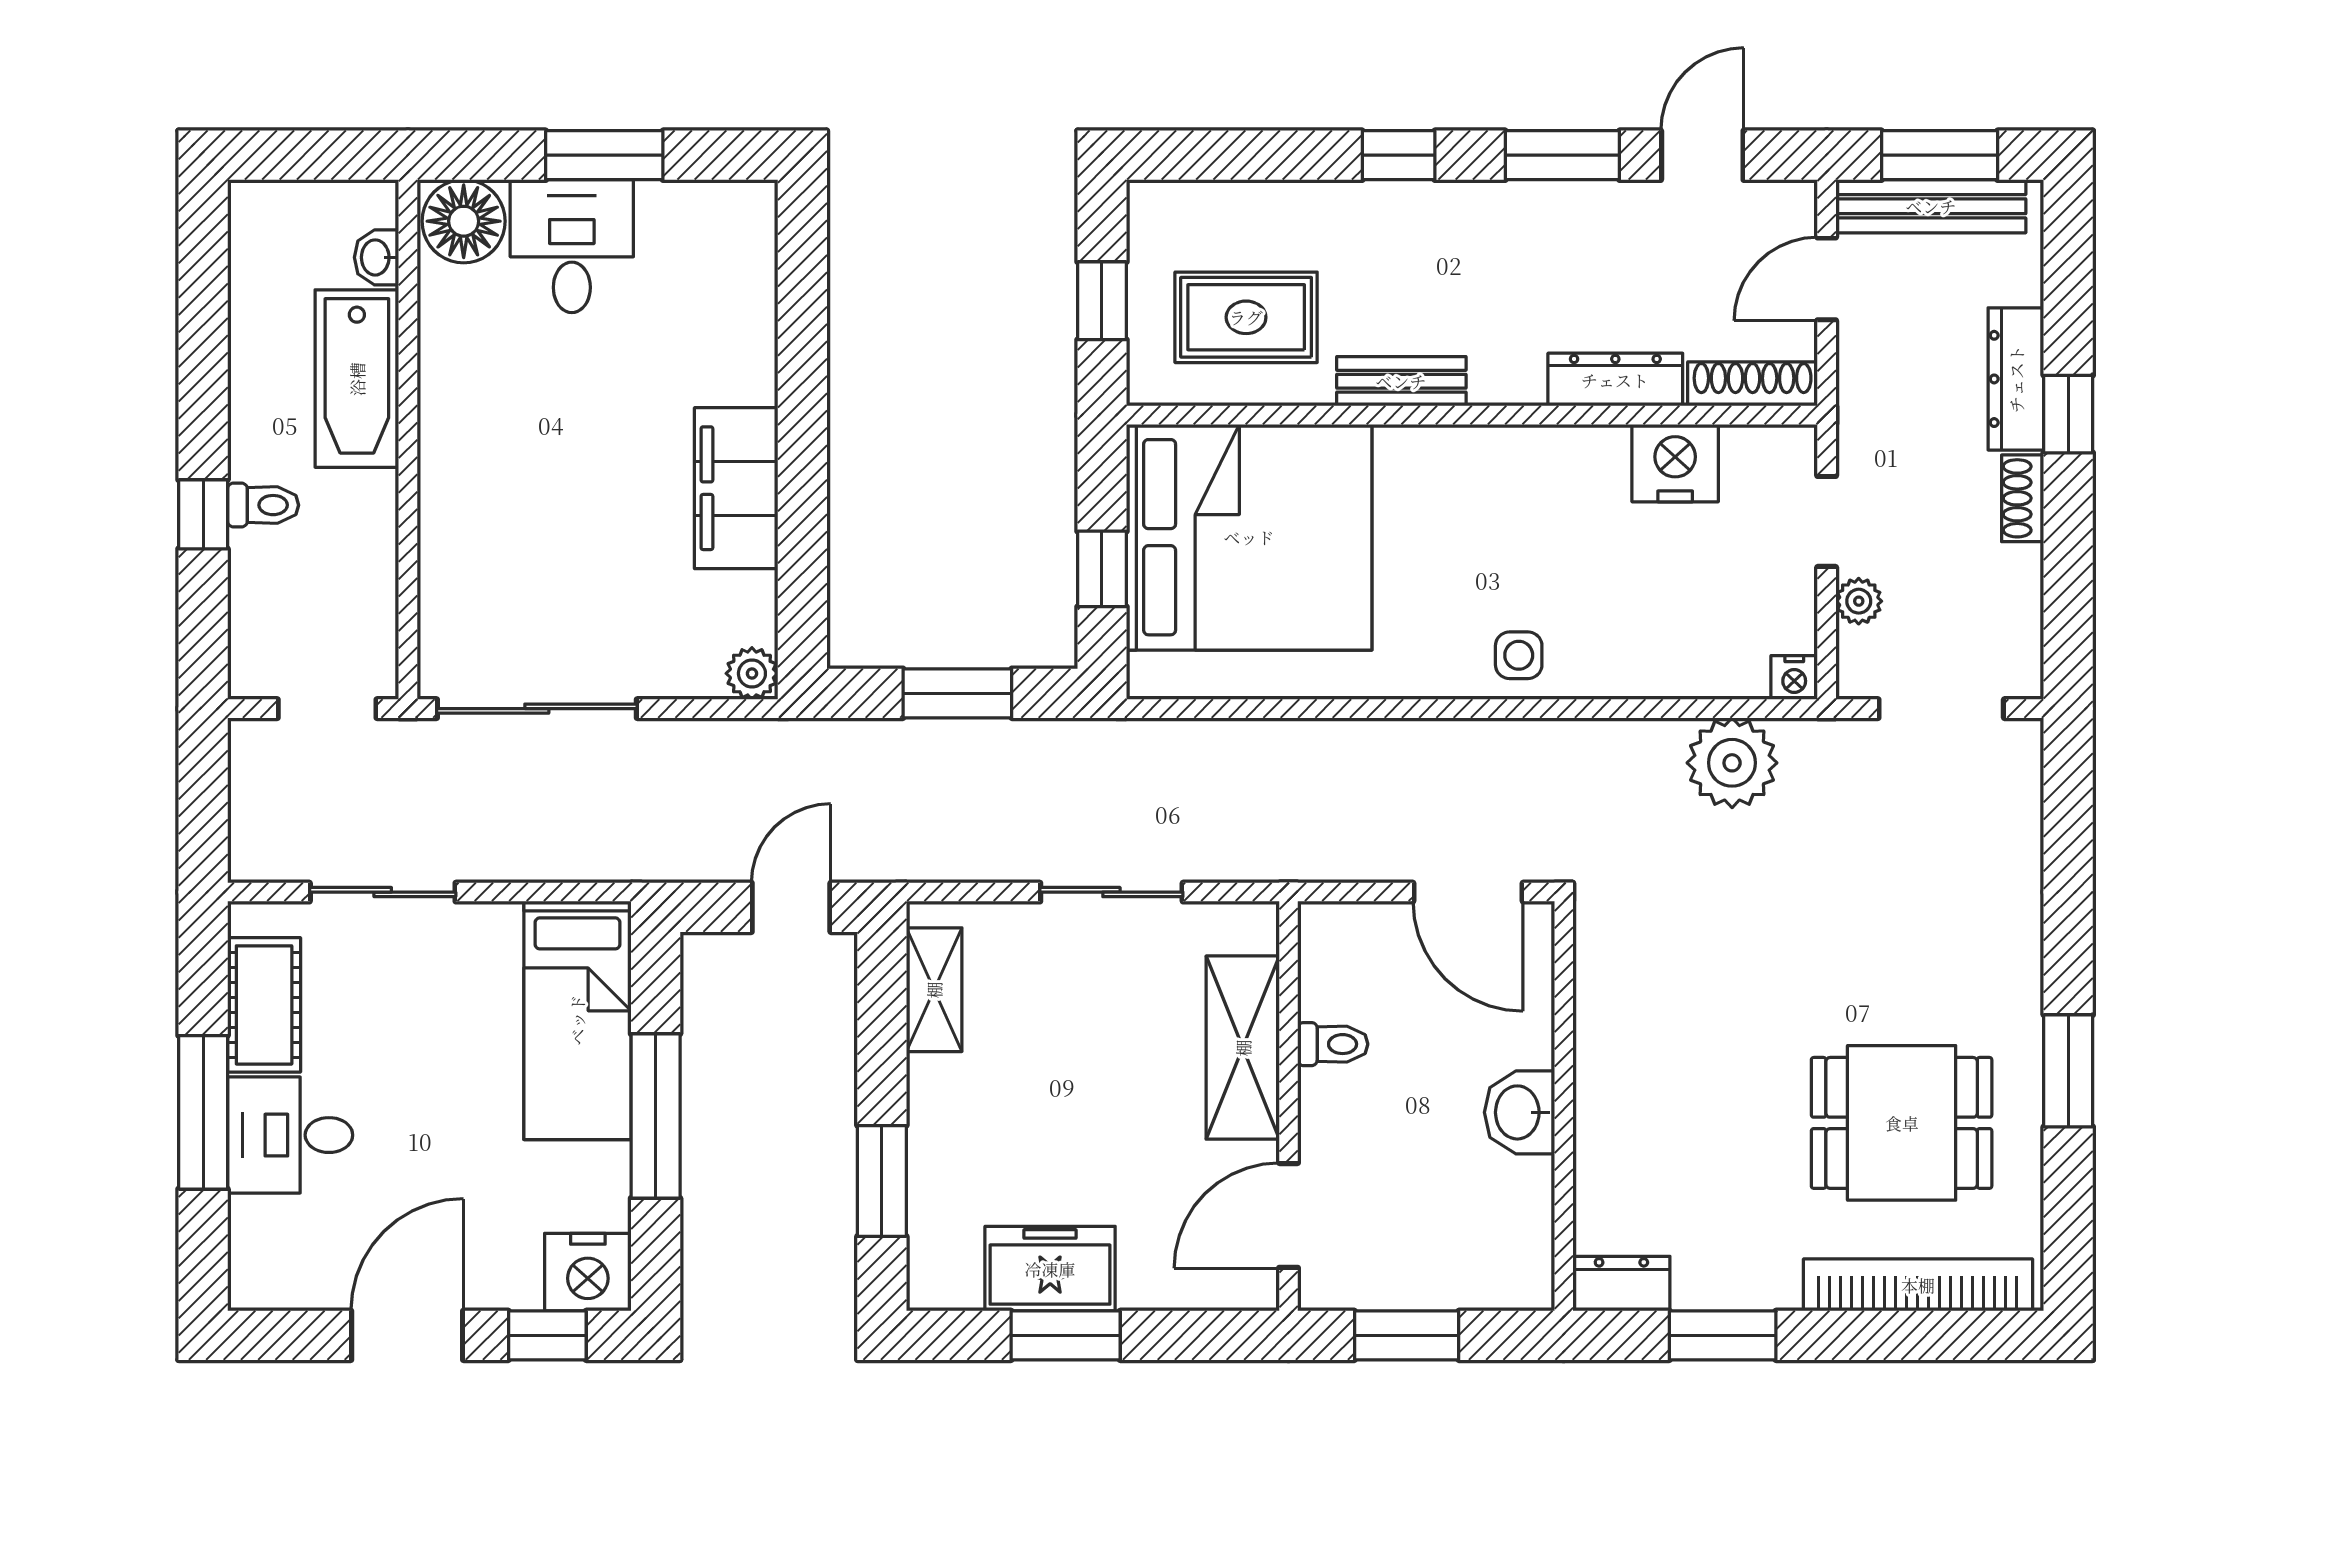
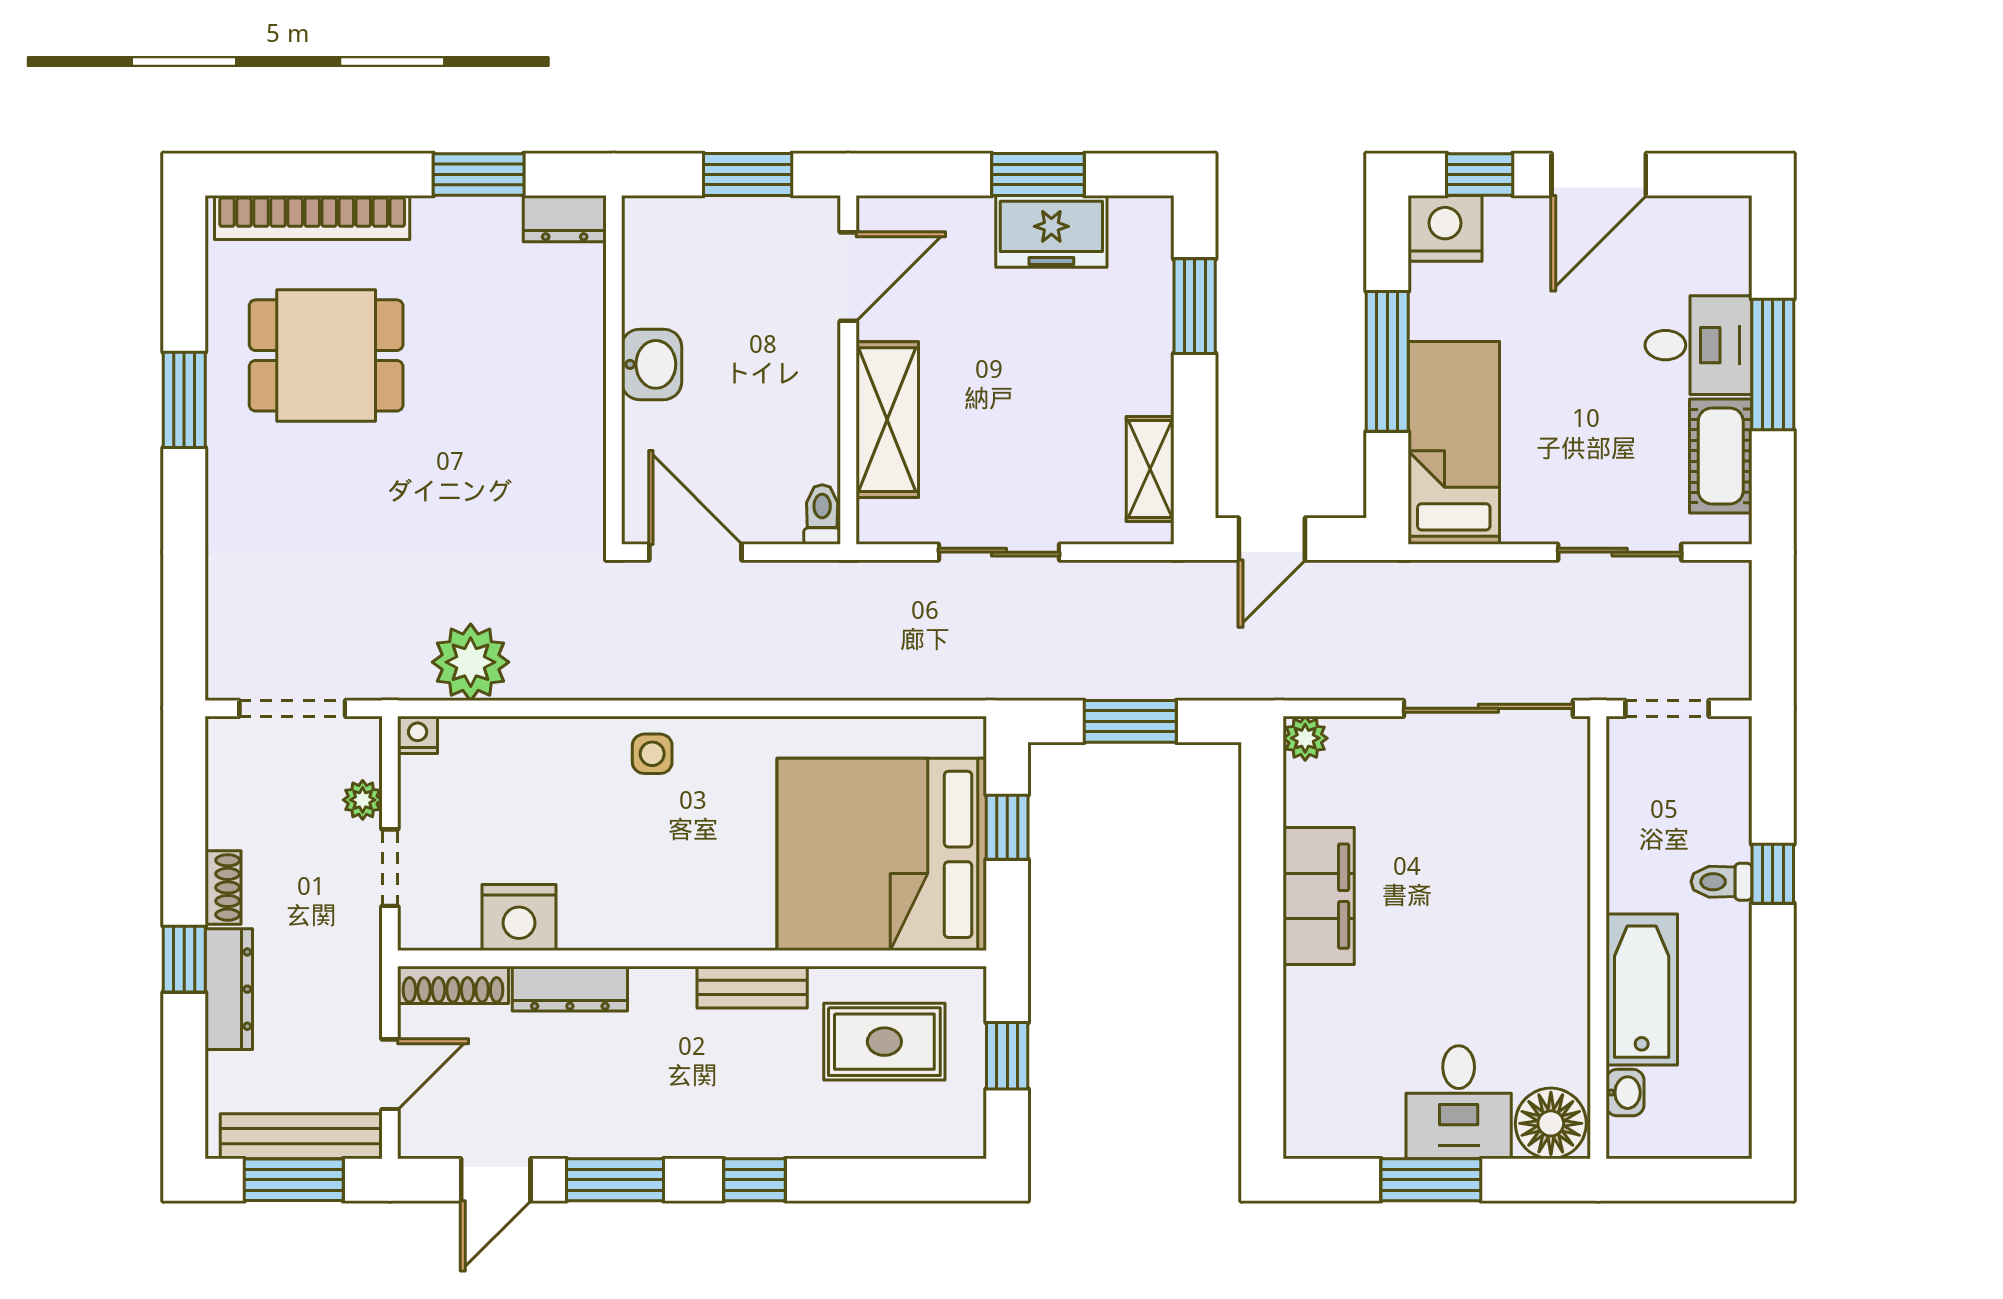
toilet: (1333, 1044) -> (822, 514), moved, turned 90

